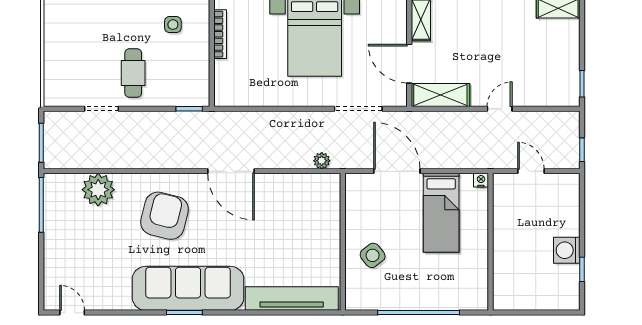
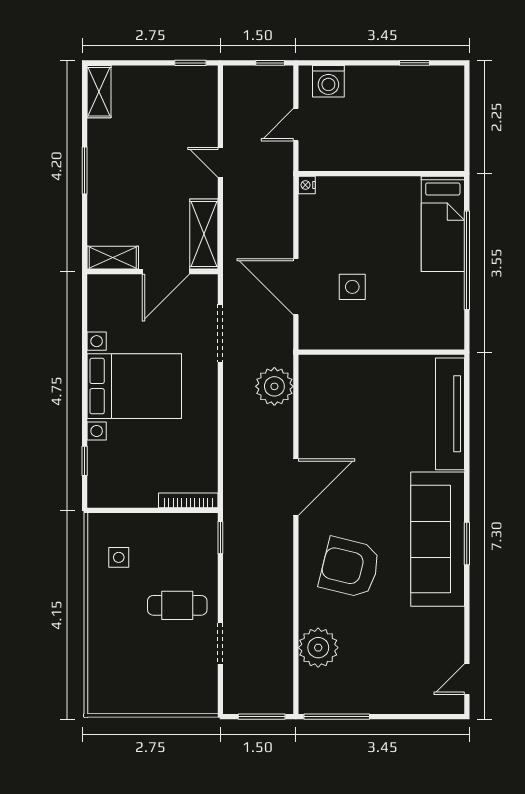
bookcase: (220, 34) -> (188, 500), moved
plant: (322, 161) -> (274, 386), width x1.87, depth x1.87
door: (397, 171) -> (296, 287), hinge flipped
bed: (441, 213) -> (443, 224), moved, turned 90
washing machine: (567, 250) -> (328, 81), moved
side table: (373, 255) -> (352, 287), moved, turned 38

